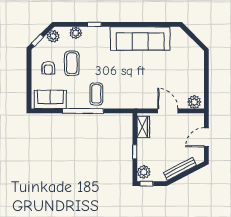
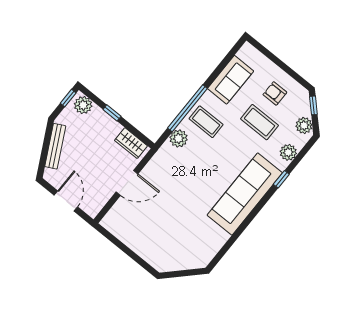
sofa: (140, 38) -> (245, 194), moved
sofa: (50, 99) -> (231, 80), moved
plant: (194, 102) -> (179, 138), moved
window: (83, 111) -> (187, 108), moved

